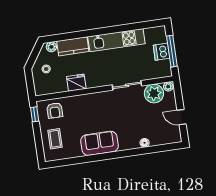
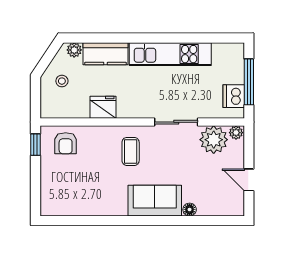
dishwasher: (162, 52) -> (234, 96), moved
coffee table: (55, 139) -> (131, 151), moved
sofa: (99, 143) -> (155, 201), moved

